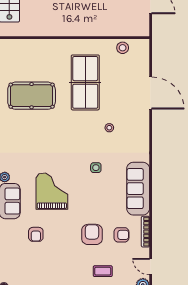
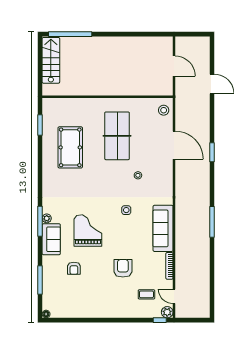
stool: (123, 48) -> (164, 110), moved
pool table: (32, 96) -> (70, 147), turned 90
armchair: (121, 235) -> (149, 269), removed
coffee table: (103, 271) -> (146, 294), moved

